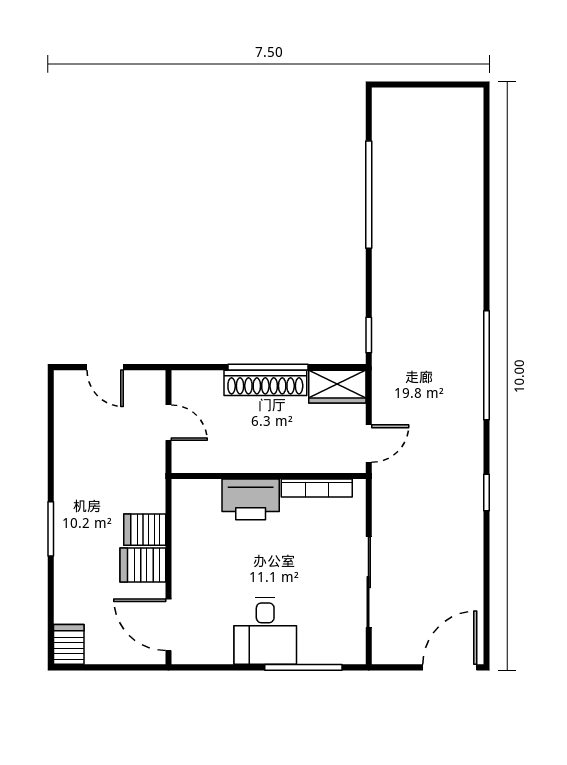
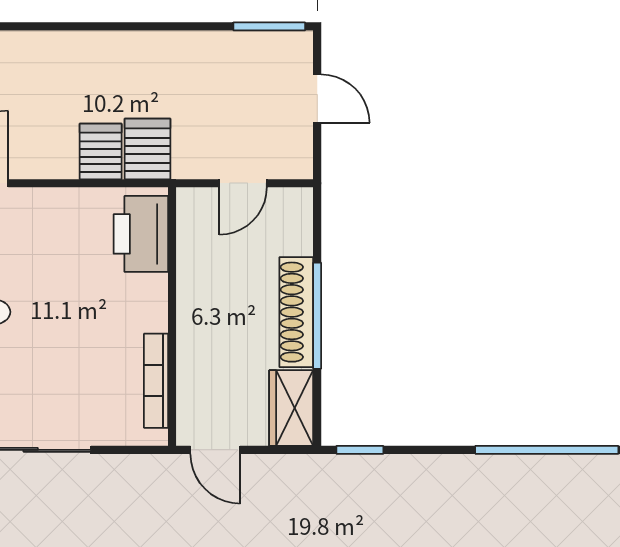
door: (105, 367) -> (317, 99), swing flipped
printer: (251, 499) -> (141, 234), moved
window: (51, 529) -> (269, 26), moved
server rack: (143, 565) -> (147, 149), moved

